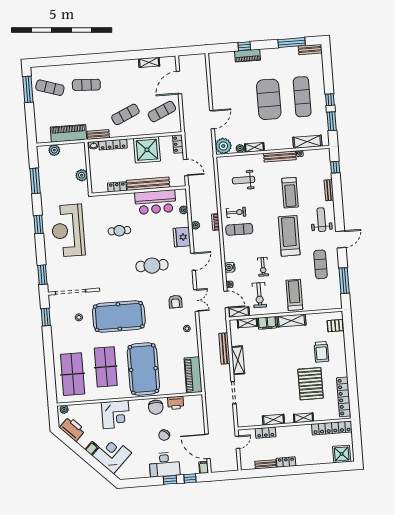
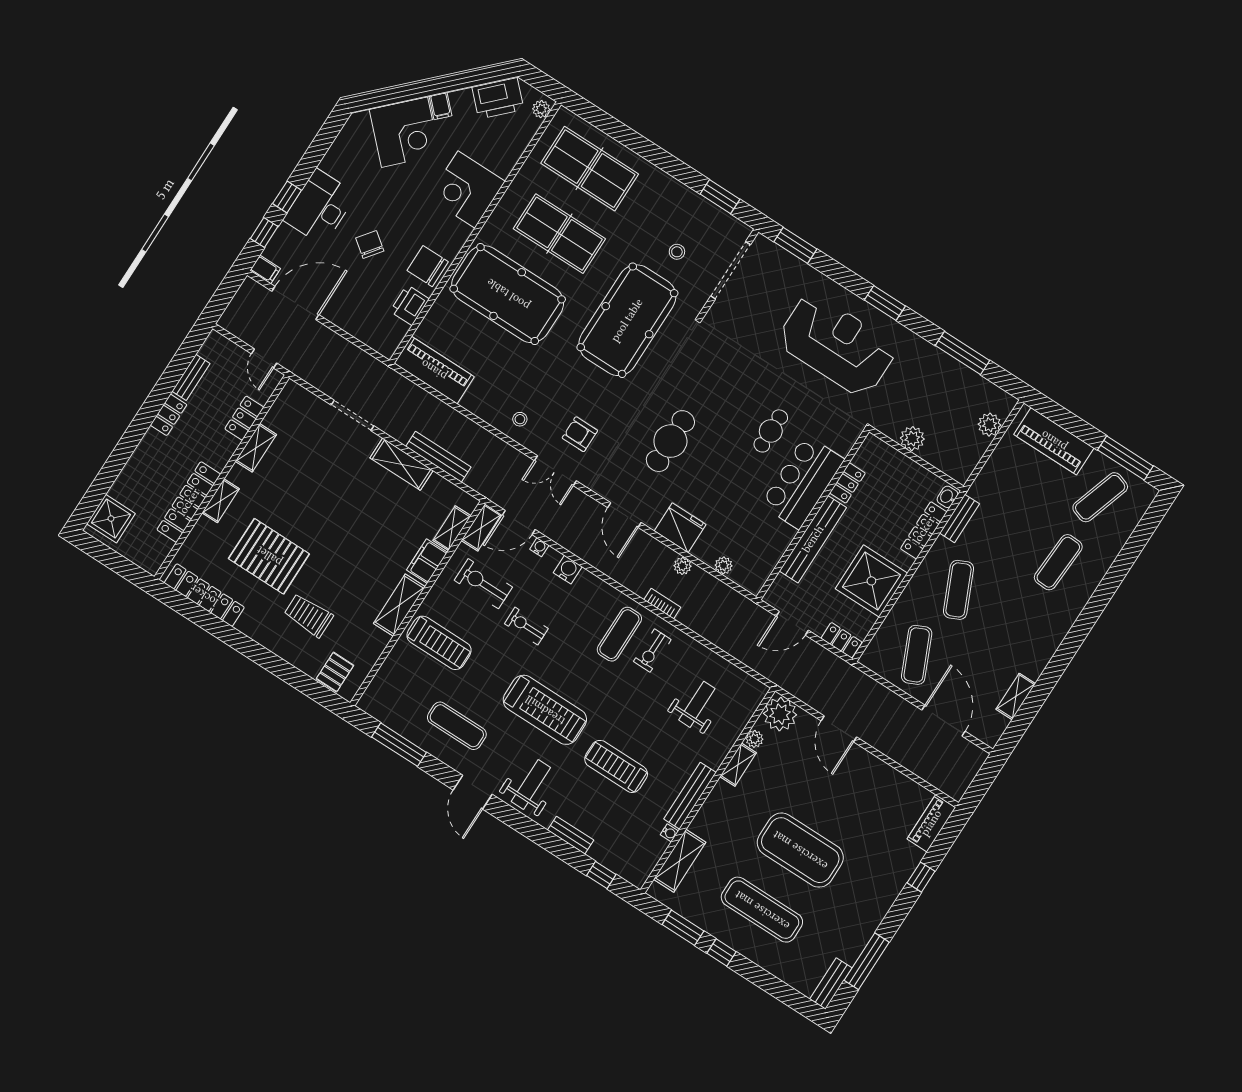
piano: (247, 56) -> (931, 823), moved
piano: (68, 133) -> (1054, 441), moved, turned 90
bar counter: (155, 202) -> (802, 482), moved
weight bench: (321, 220) -> (531, 784), turned -90
locker: (332, 428) -> (189, 502), moved

